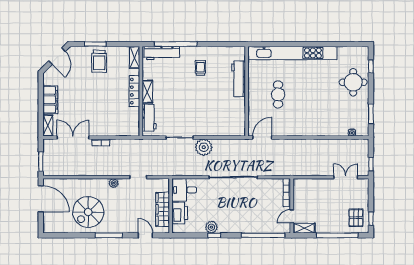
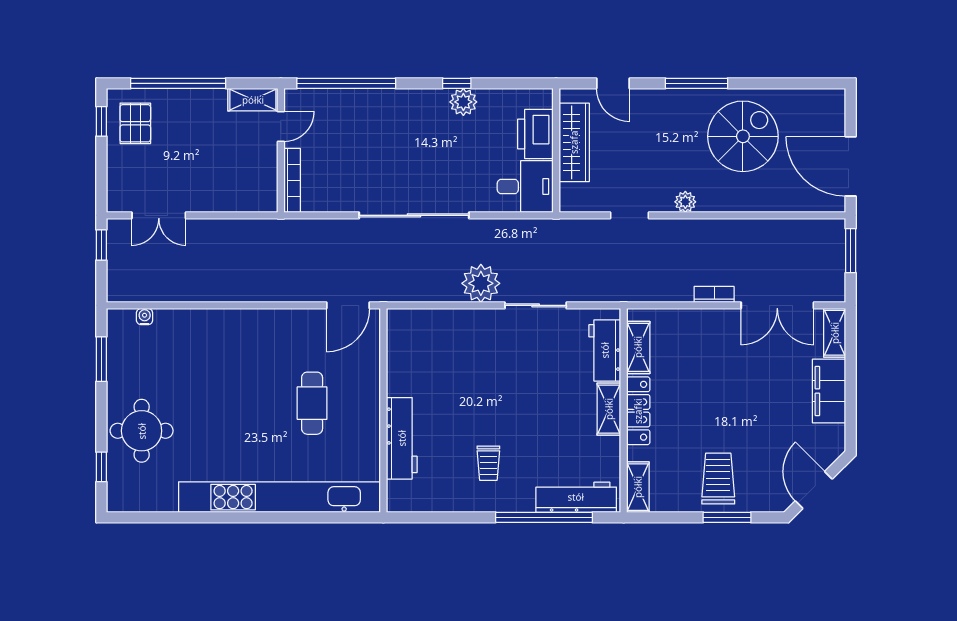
shelving: (134, 119) -> (638, 347), added

